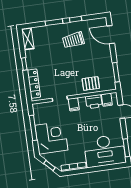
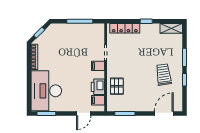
corner desk: (51, 138) -> (67, 38), removed

